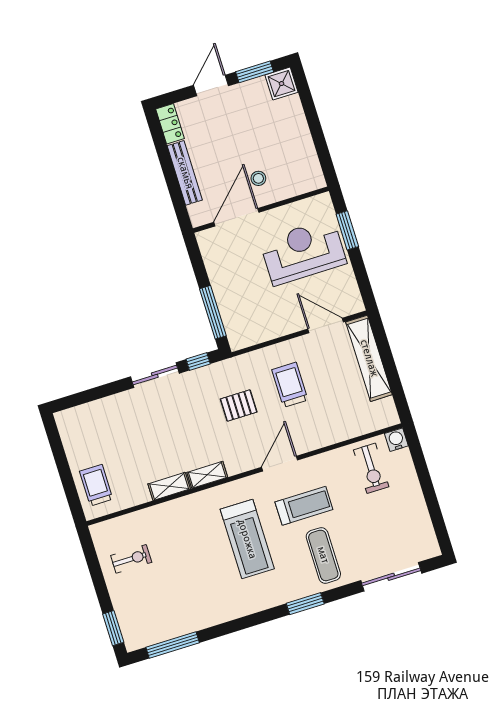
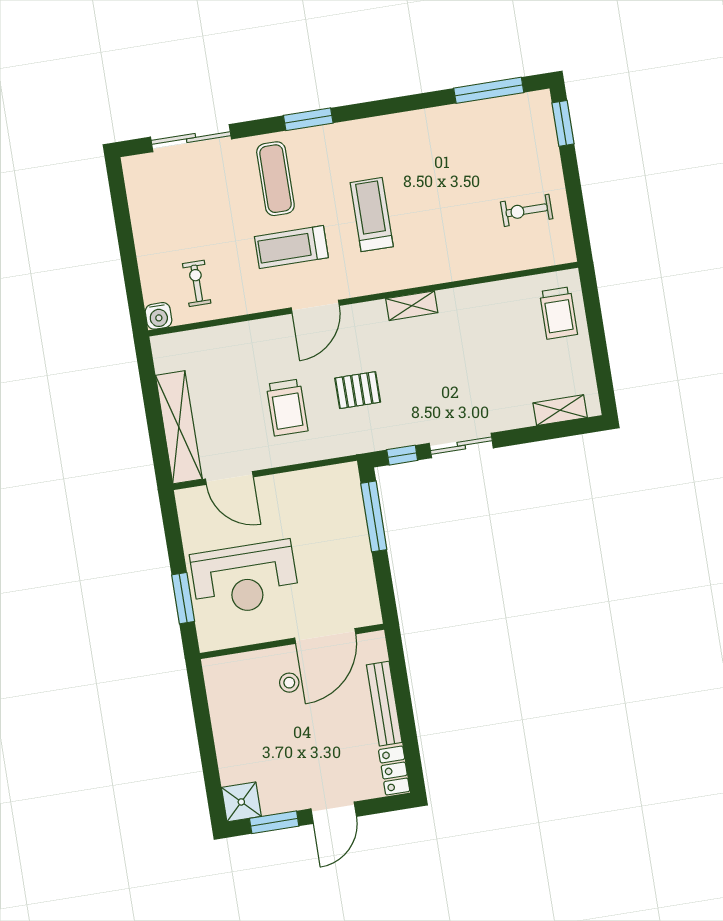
exercise bike: (371, 468) -> (197, 283), width x0.73, depth x0.72
shelving: (169, 486) -> (560, 410), moved
treadmill: (247, 539) -> (372, 215), width x0.73, depth x0.73

